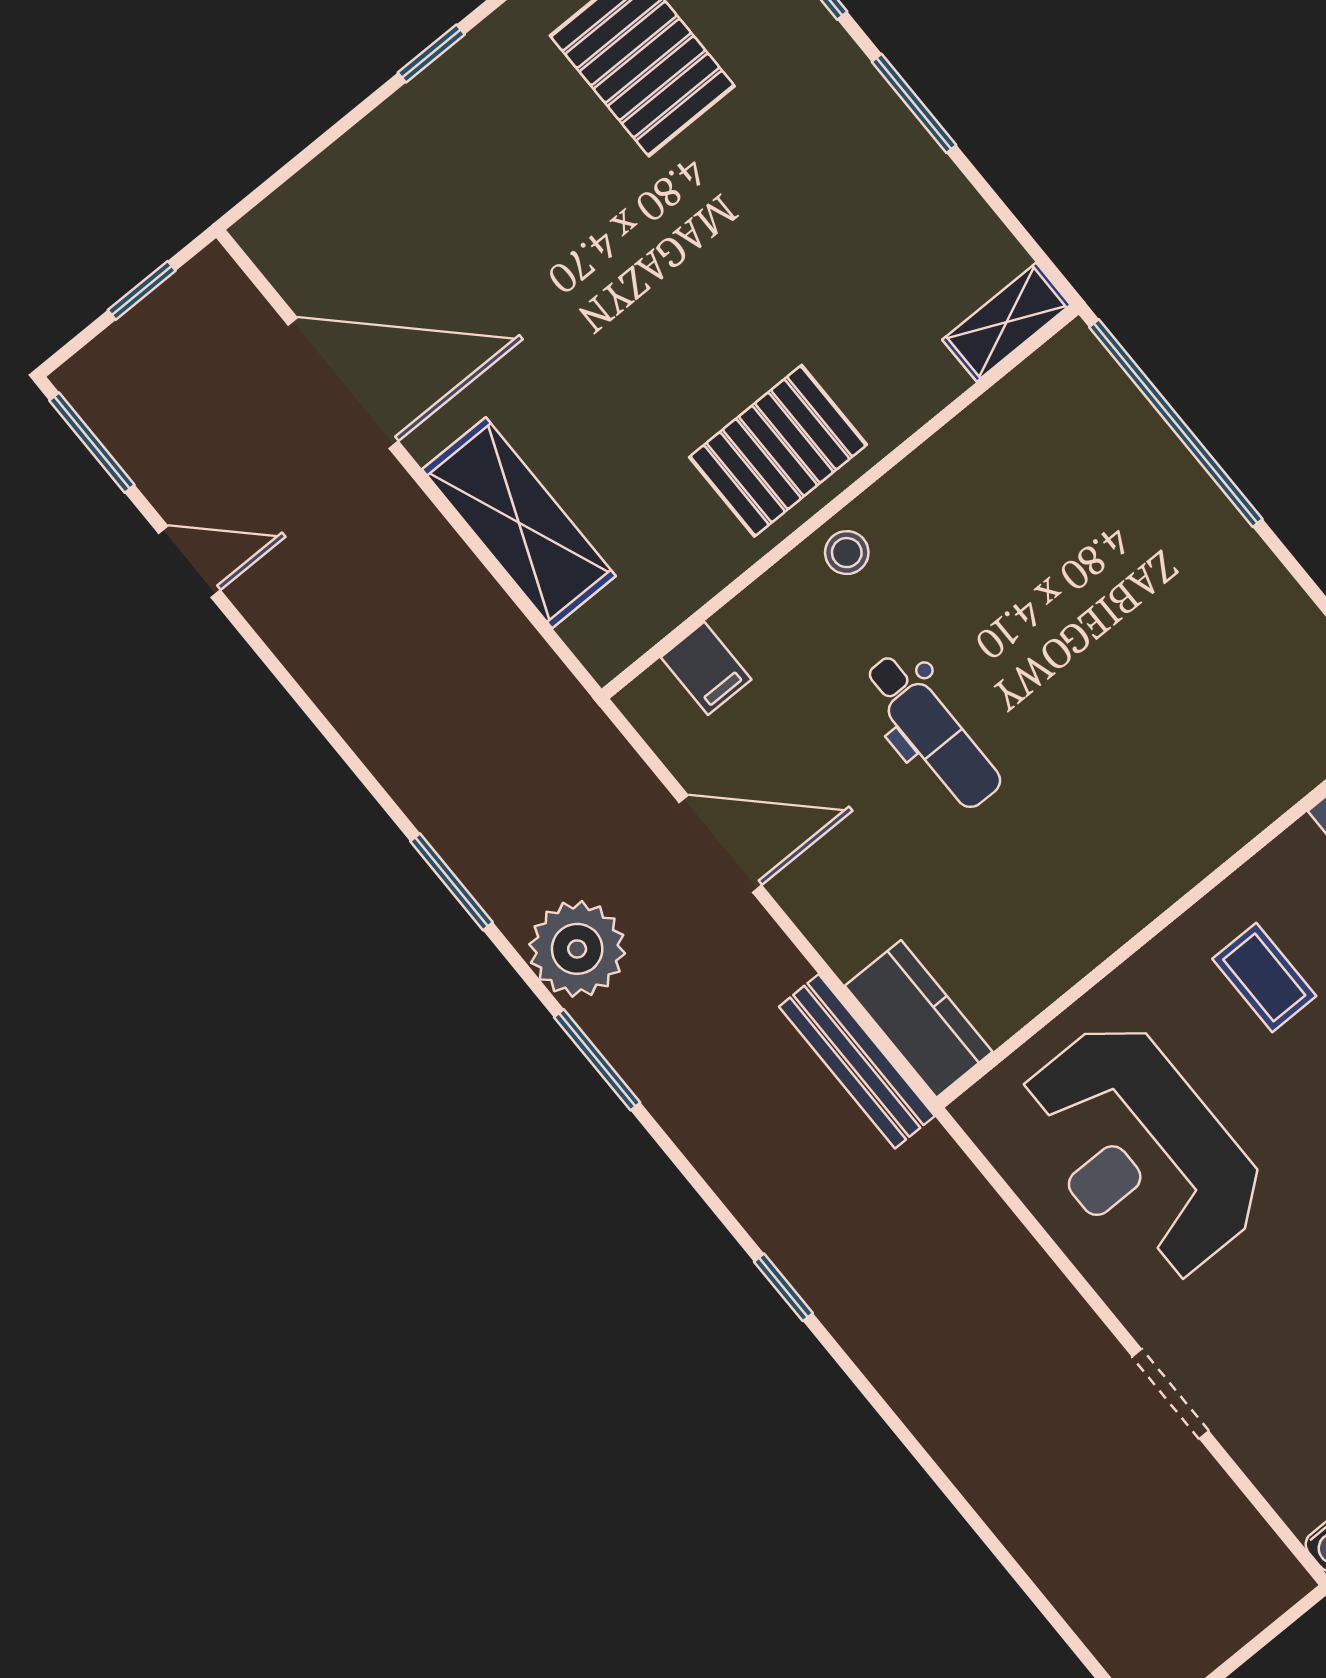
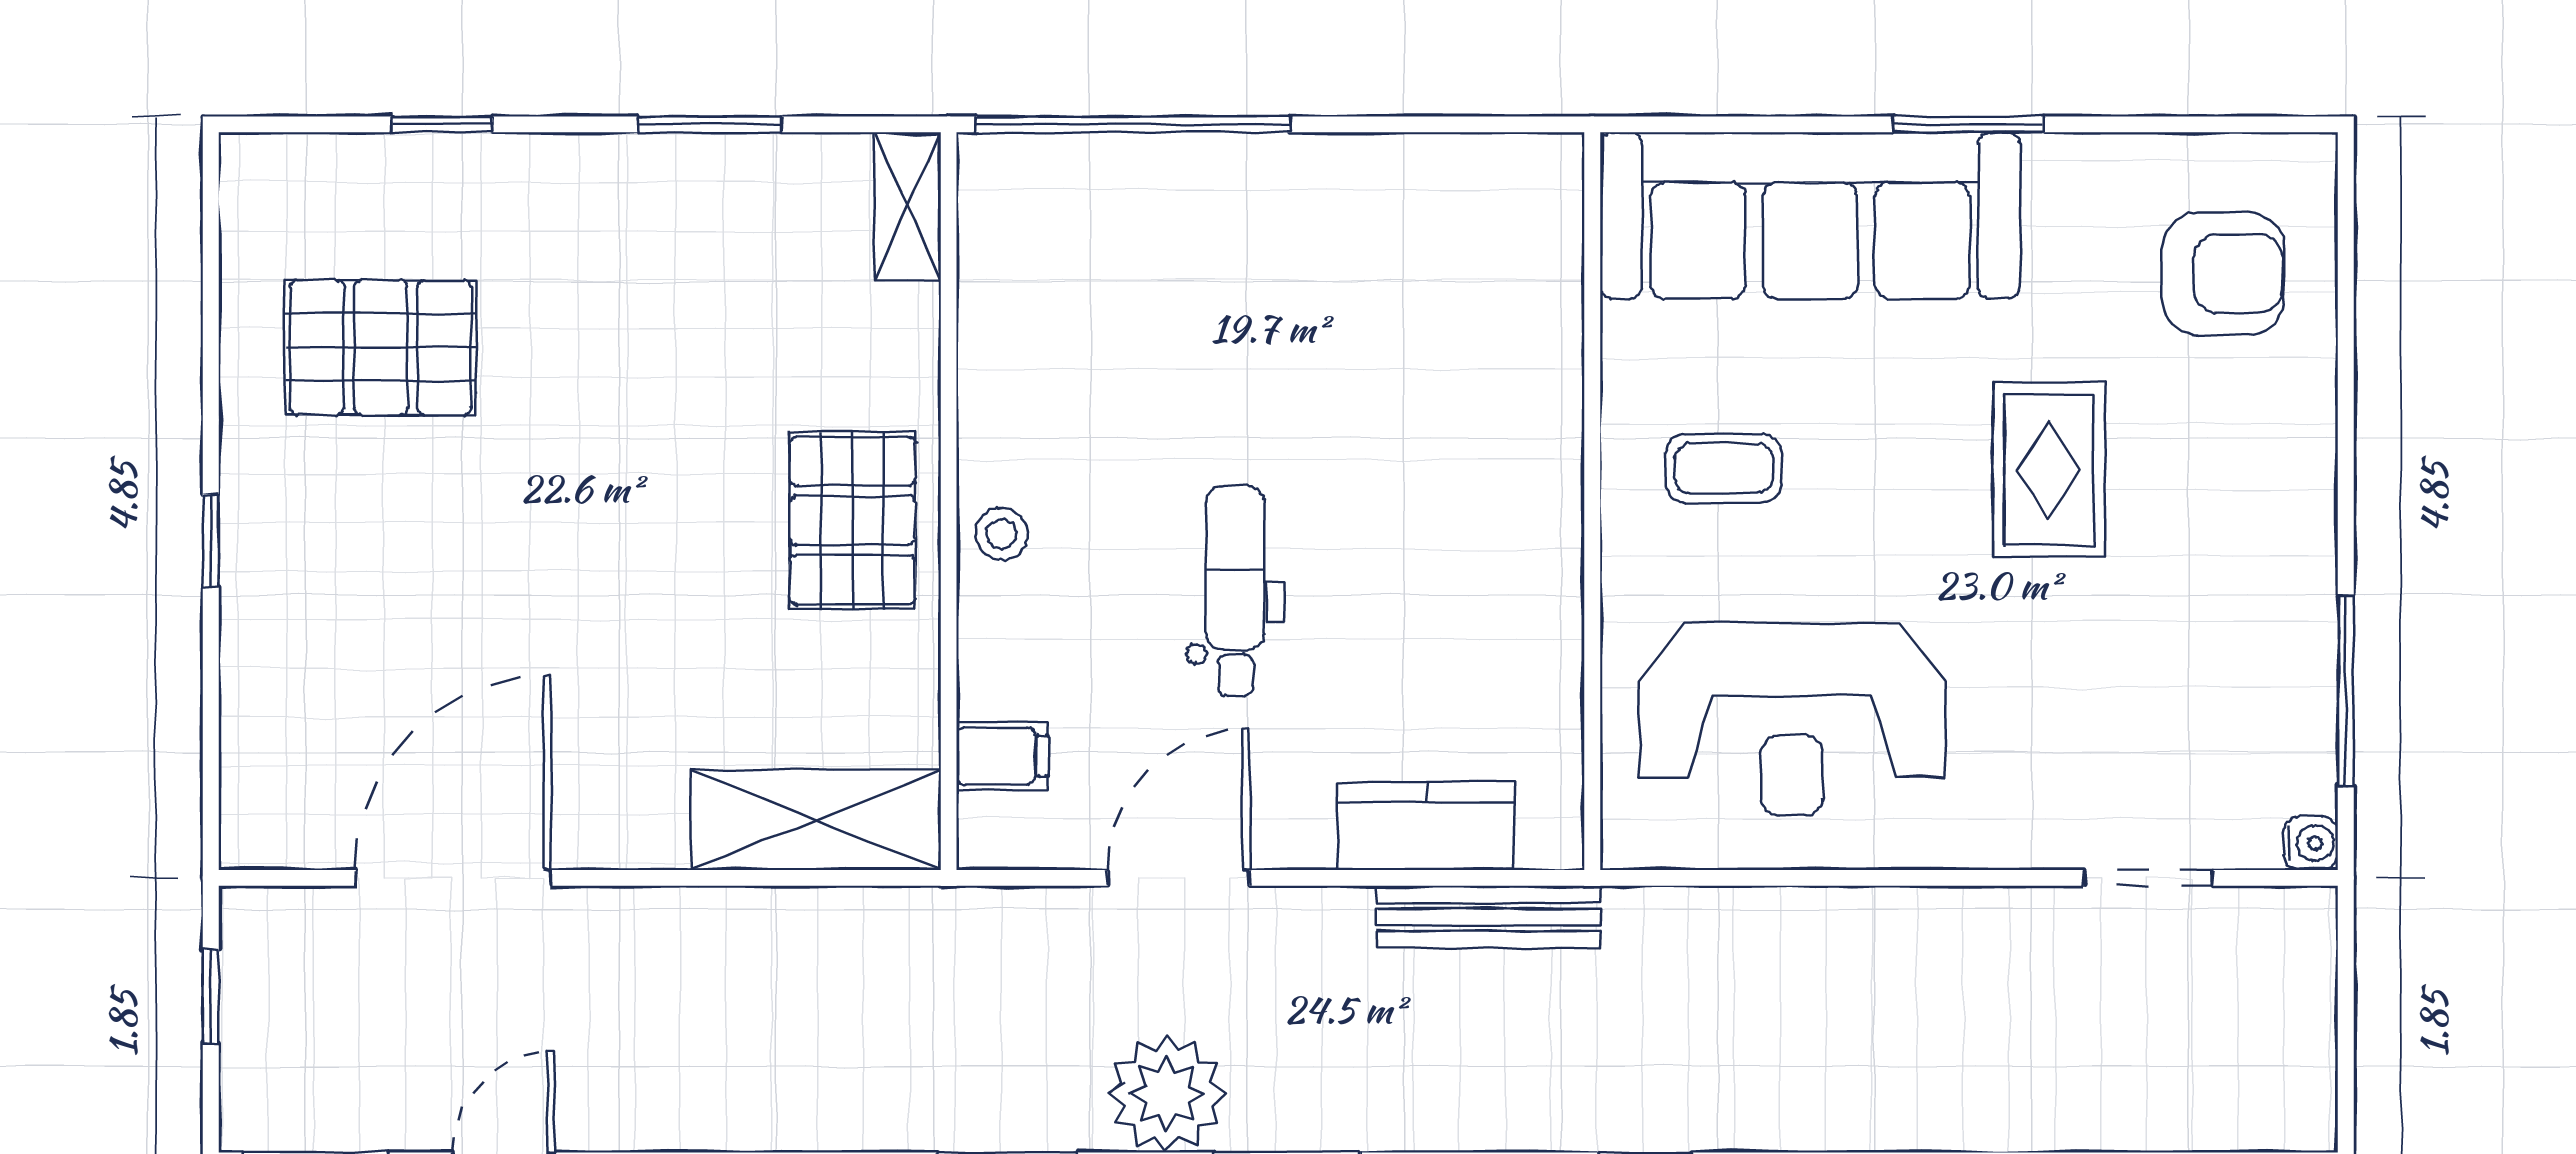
window: (914, 103) -> (709, 124), moved
shelving: (519, 523) -> (816, 820), moved
dental chair: (932, 731) -> (1235, 591), turned -90
kitchen counter: (919, 1019) -> (1426, 826), moved
doorway: (1170, 1394) -> (2148, 878), moved

